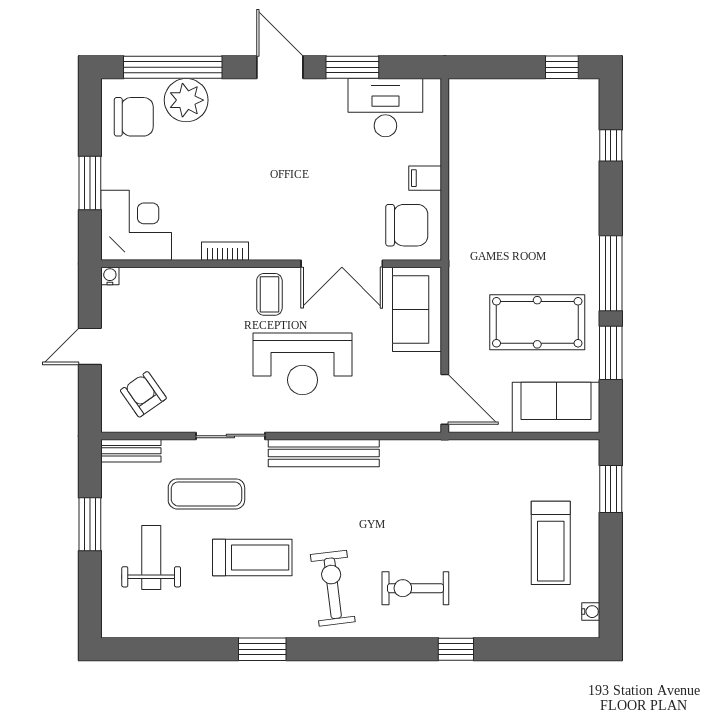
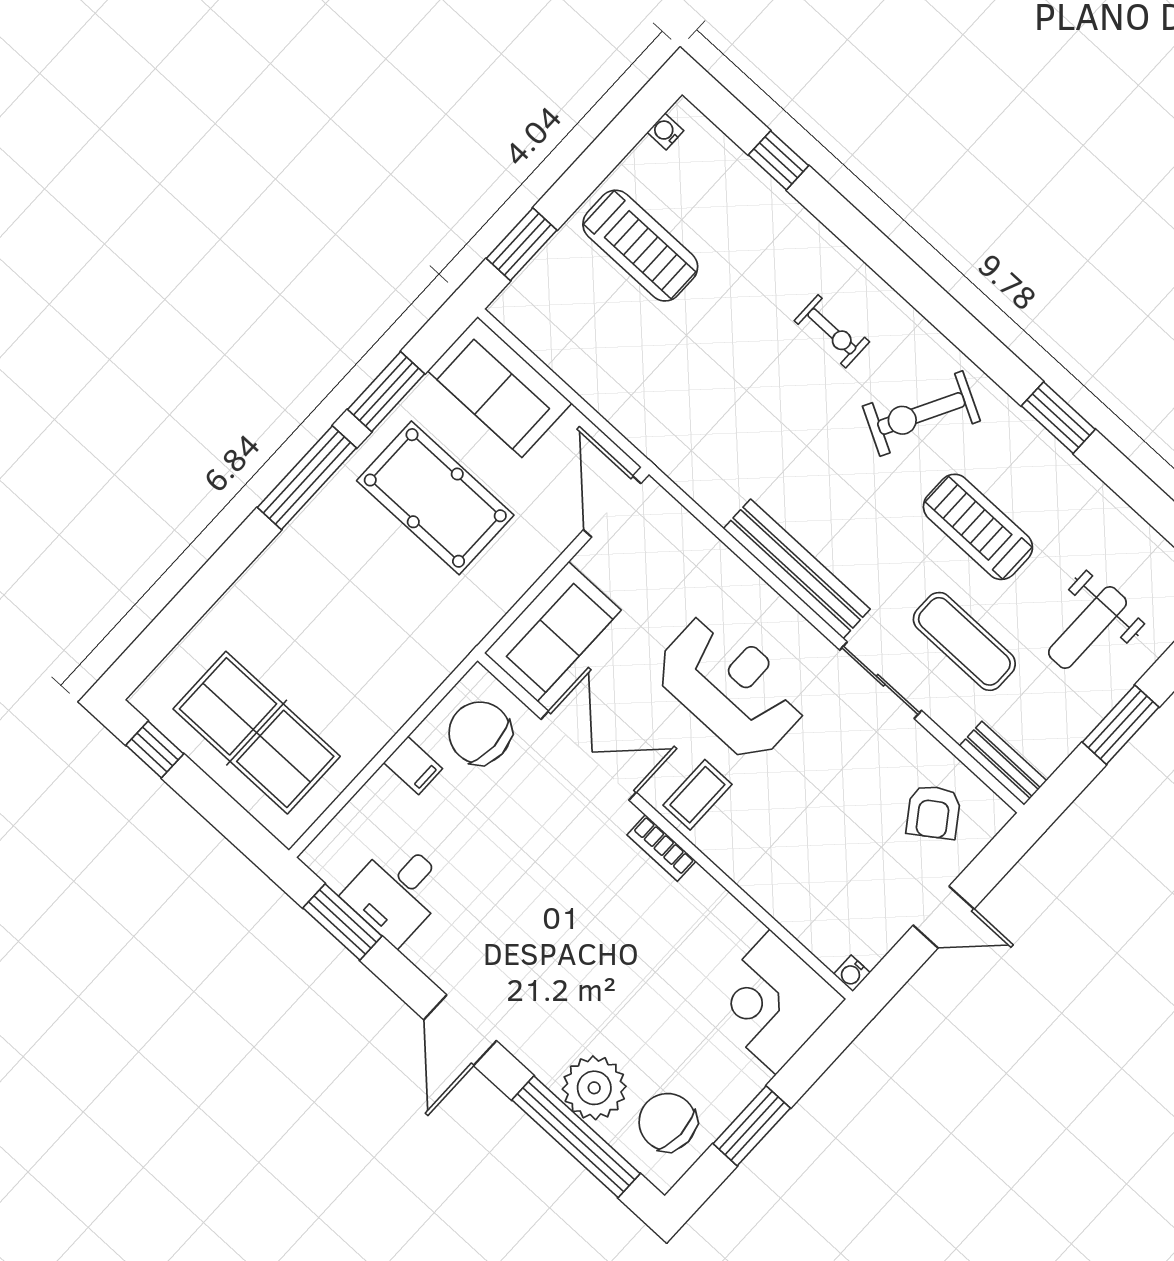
window: (352, 67) -> (342, 922), moved
desk: (385, 108) -> (397, 891), width x0.73
table tennis table: (519, 123) -> (257, 733), added
window: (611, 145) -> (180, 616), removed
window: (90, 183) -> (752, 1126), moved
bookcase: (225, 251) -> (661, 848), moved
treadmill: (551, 543) -> (640, 246), turned 90
exercise bike: (333, 588) -> (921, 414), turned 35
exercise bike: (415, 588) -> (832, 331), width x0.73, depth x0.72
window: (456, 649) -> (779, 160), moved

